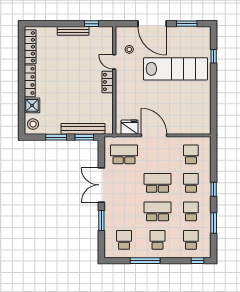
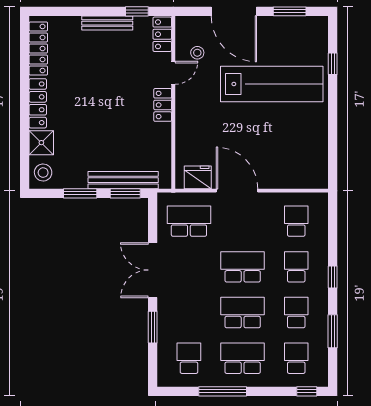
locker: (107, 38) -> (162, 34), added
door: (114, 62) -> (173, 73), swing flipped
school desk: (157, 240) -> (243, 358), width x1.85

